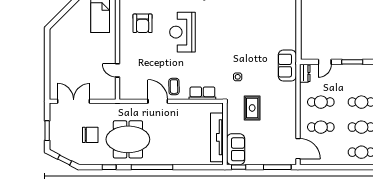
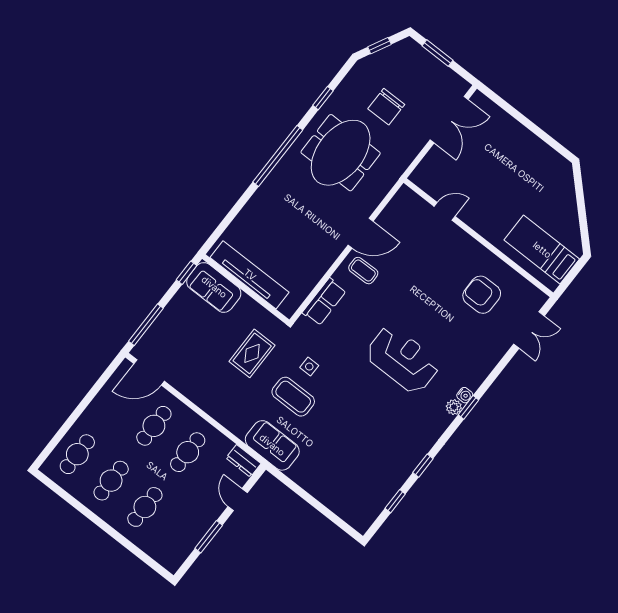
reception desk: (182, 32) -> (403, 359), moved
coffee table: (257, 73) -> (293, 397), added
rug: (252, 108) -> (252, 353), turned 90

